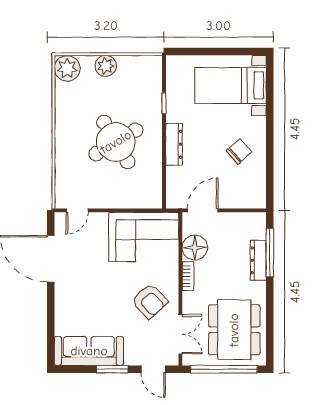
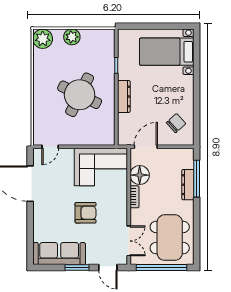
round table: (116, 142) -> (80, 95), turned -33
chair: (239, 151) -> (176, 123), moved
armchair: (150, 301) -> (86, 213), moved, turned -47

